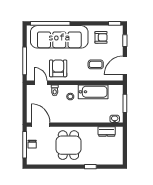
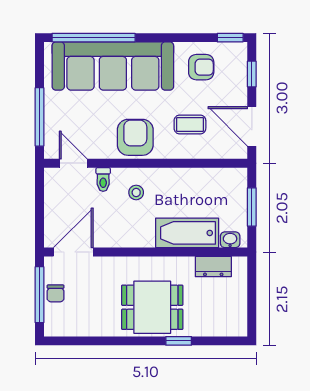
door: (125, 65) -> (252, 126), hinge flipped
armchair: (58, 68) -> (135, 137), moved
bathtub: (93, 92) -> (187, 233), moved, turned 180
door: (41, 125) -> (73, 252), hinge flipped
dining table: (68, 145) -> (152, 307), moved, turned 90

